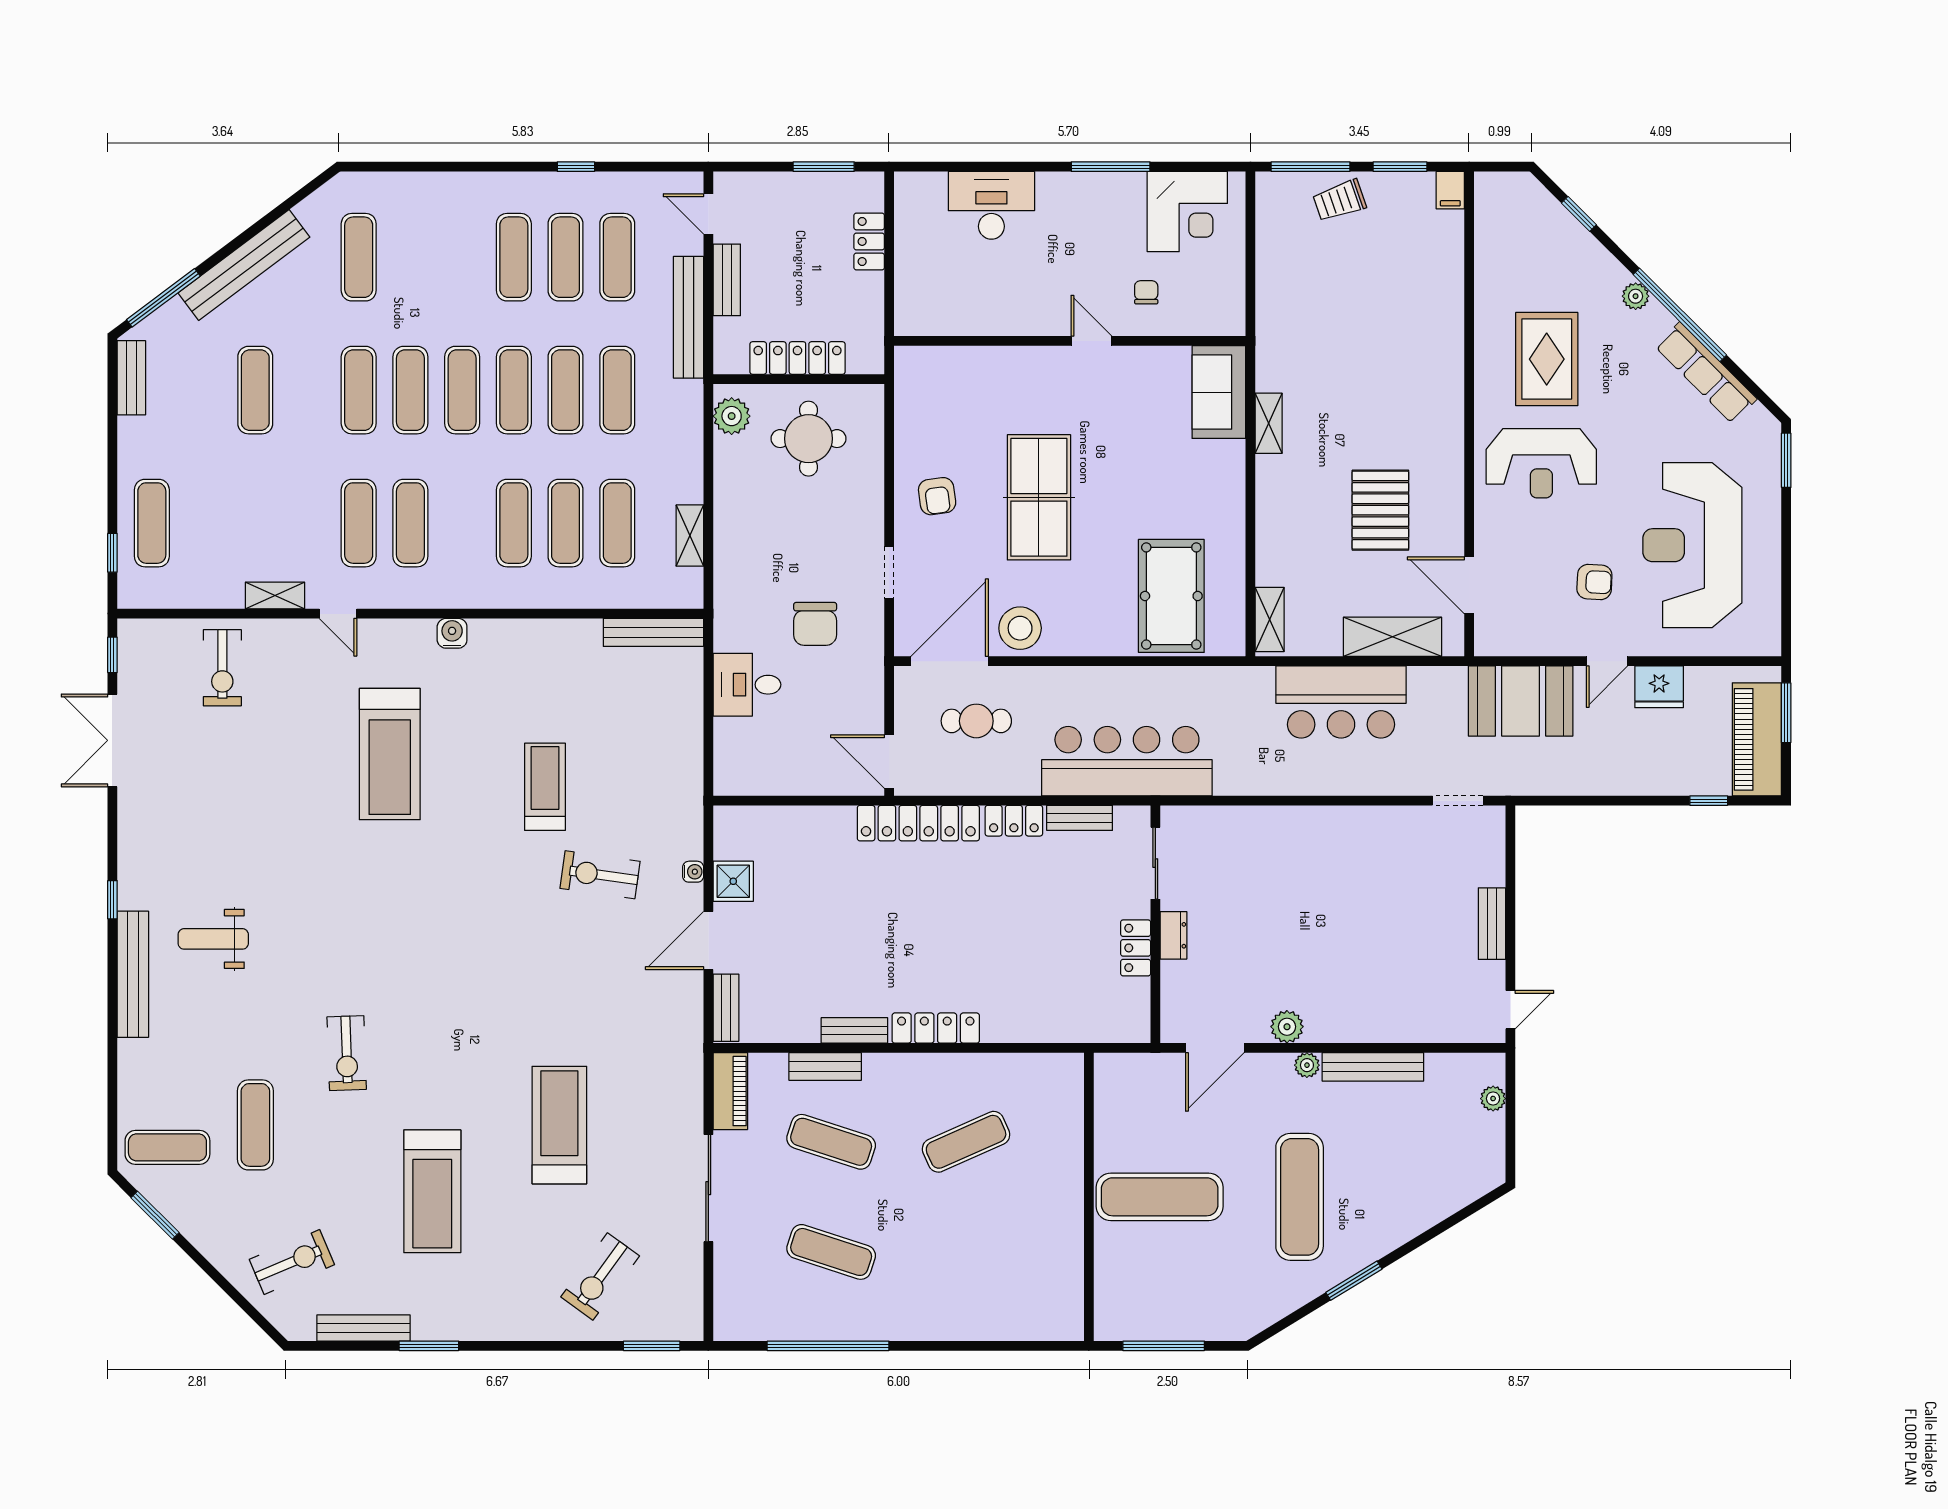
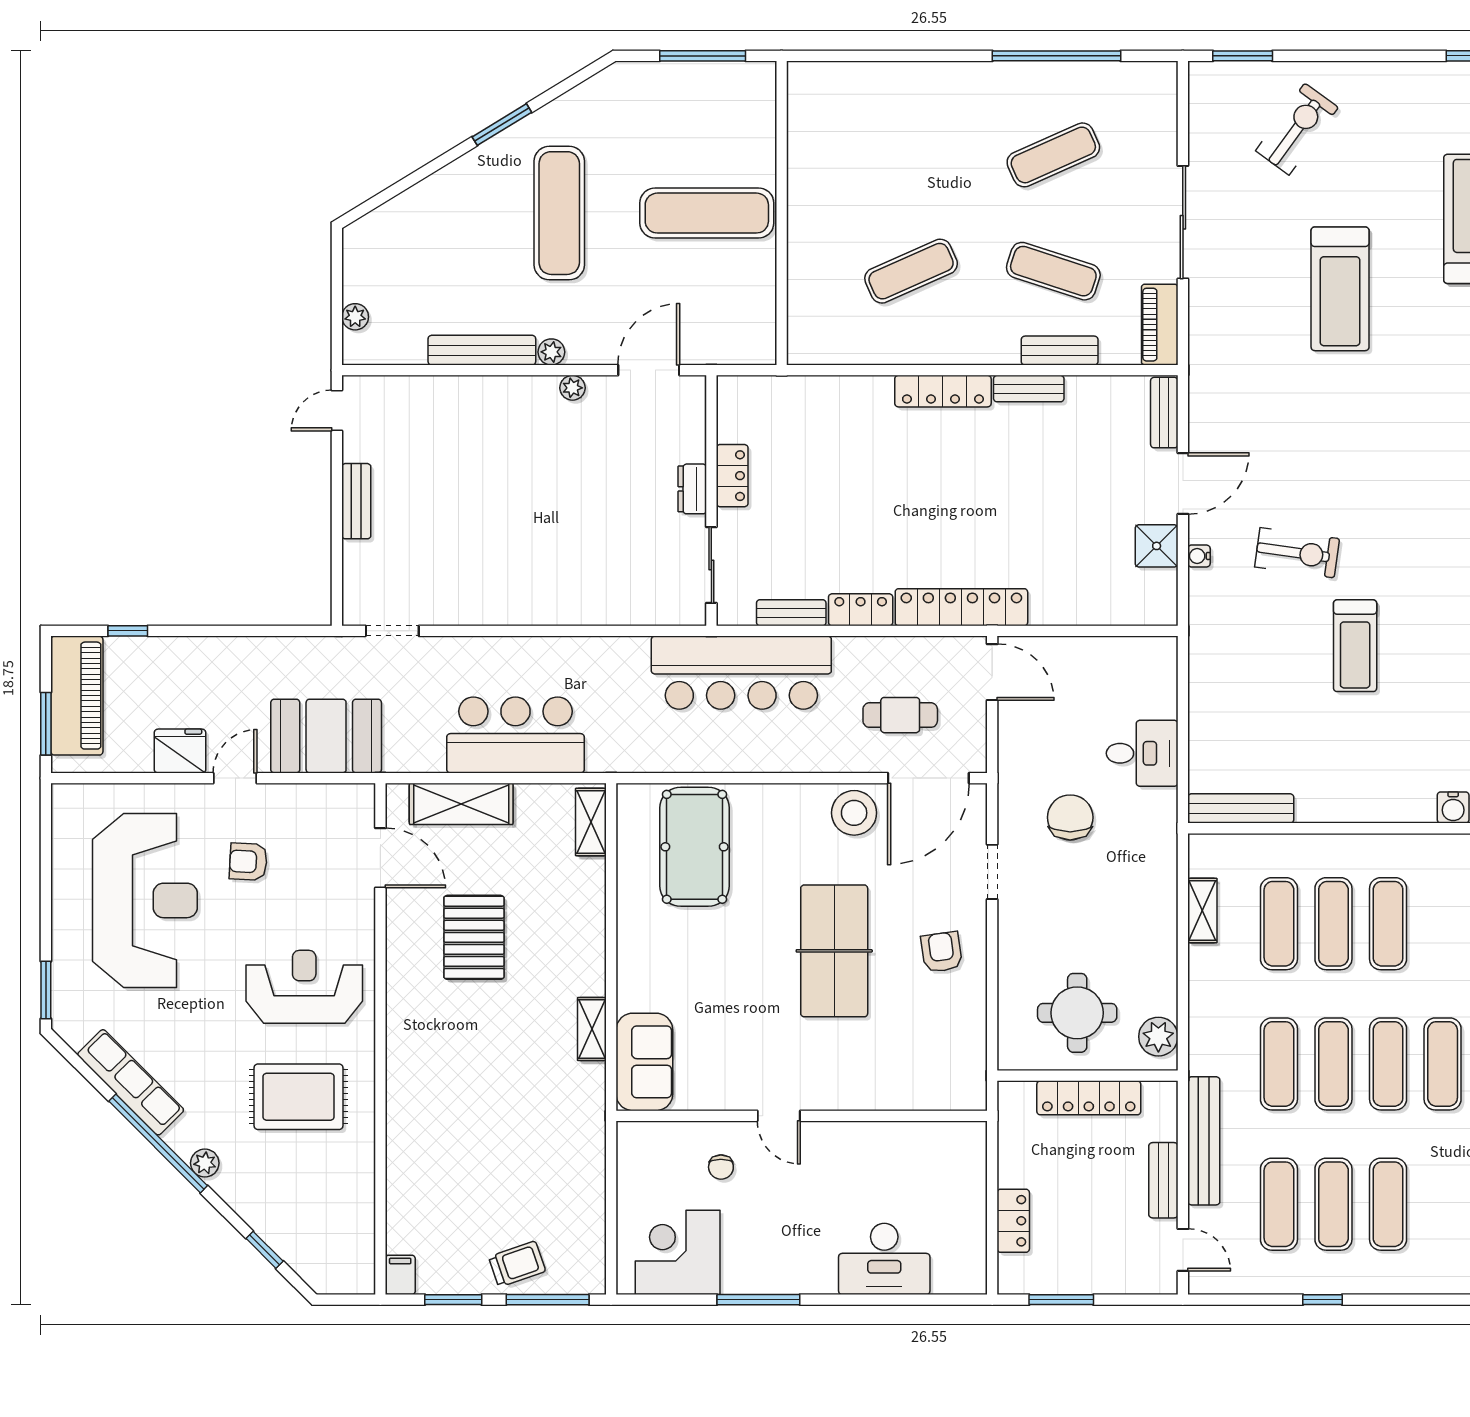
rug: (1547, 359) -> (299, 1097), turned 90
plant: (1287, 1027) -> (572, 388), width x0.73, depth x0.73
exercise mat: (831, 1252) -> (1053, 155), turned -42

